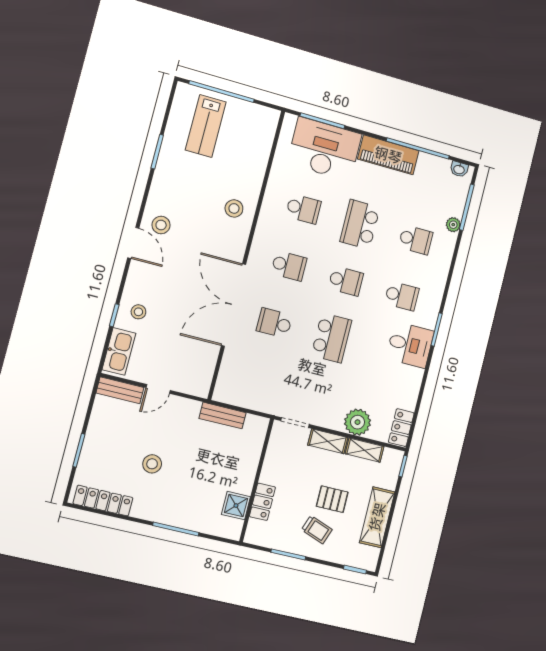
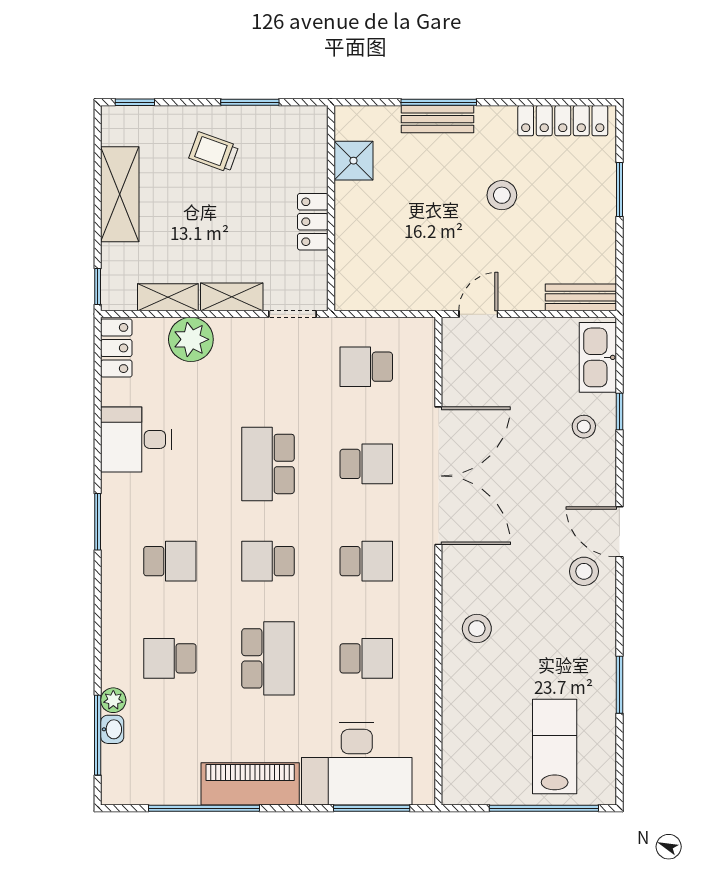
washbasin: (459, 169) -> (112, 729), moved, turned 90
school desk: (303, 209) -> (366, 658), turned 180
school desk: (289, 266) -> (366, 561), turned 180
school desk: (402, 296) -> (170, 561), turned 180
desk: (410, 345) -> (136, 439), moved
school desk: (260, 381) -> (366, 367), added
door: (158, 389) -> (478, 314), moved
bench: (223, 416) -> (437, 119), moved
pallet: (332, 499) -> (201, 206), removed
locker: (262, 502) -> (313, 222), moved

